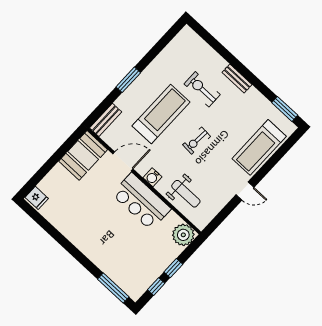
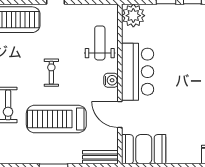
exercise bike: (197, 141) -> (51, 73), turned -94

